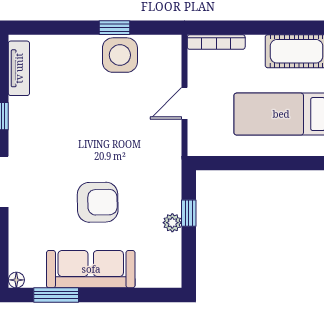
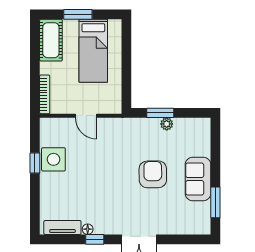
window: (189, 213) -> (160, 113), width x1.50
sofa: (91, 269) -> (198, 179), width x0.73
floor lamp: (16, 280) -> (88, 229), moved

